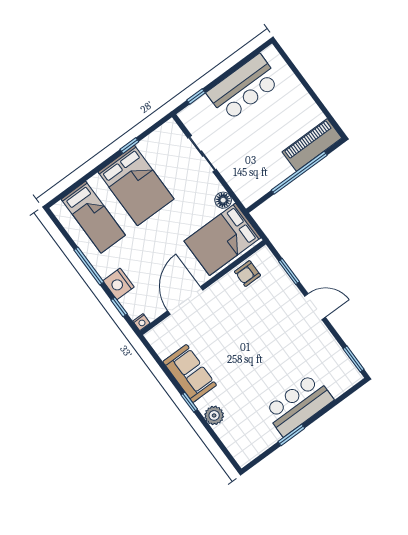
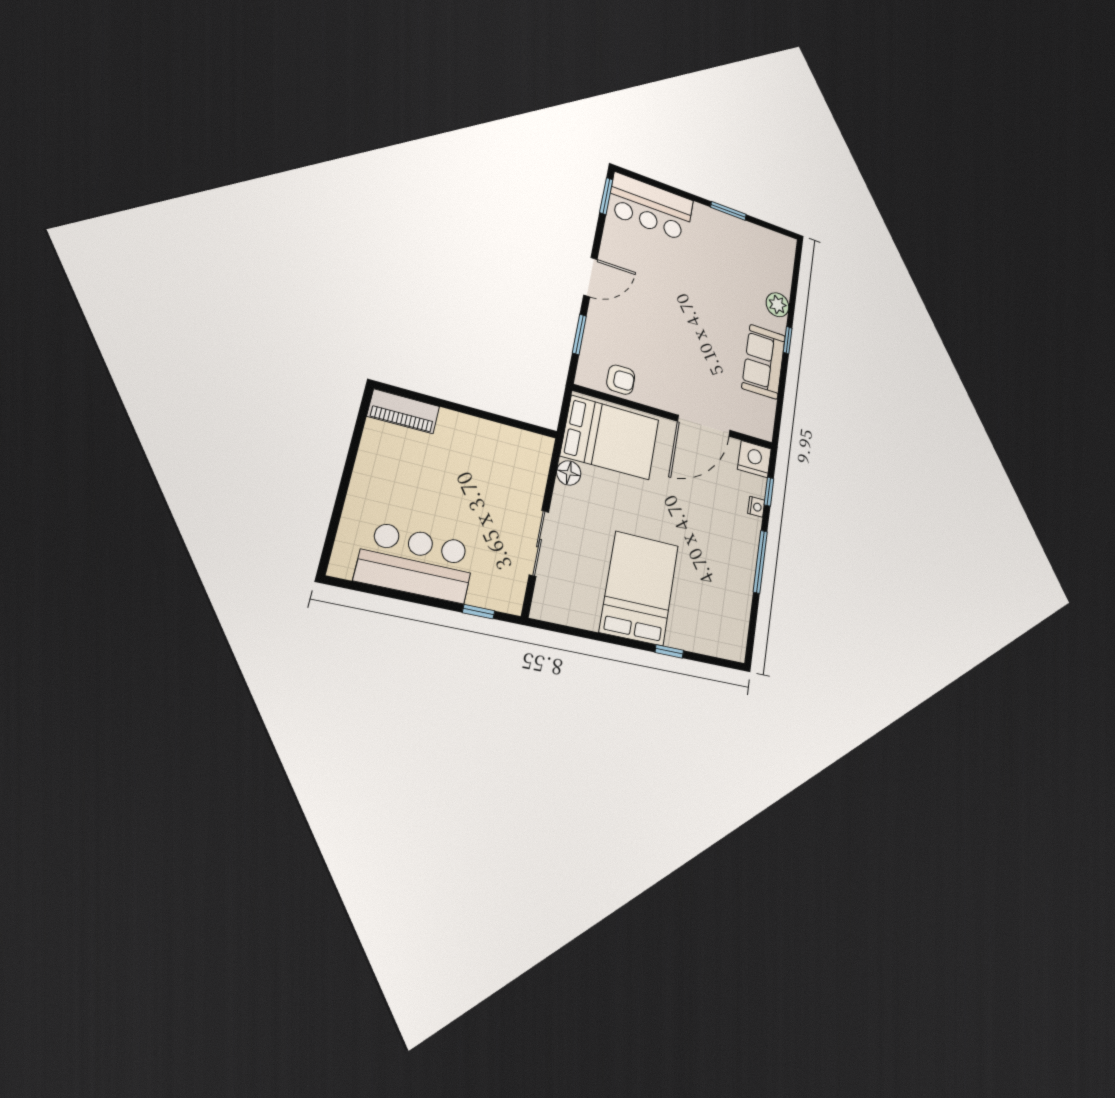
piano: (312, 145) -> (403, 411), width x0.73, depth x0.75
window: (129, 146) -> (669, 651), moved
window: (299, 173) -> (461, 409), removed
bed: (93, 217) -> (711, 604), removed
nightstand: (119, 284) -> (756, 507), width x0.53, depth x0.56
door: (315, 307) -> (590, 277), swing flipped
nightstand: (141, 322) -> (754, 459), width x1.89, depth x1.79
bar counter: (299, 405) -> (651, 207), moved

